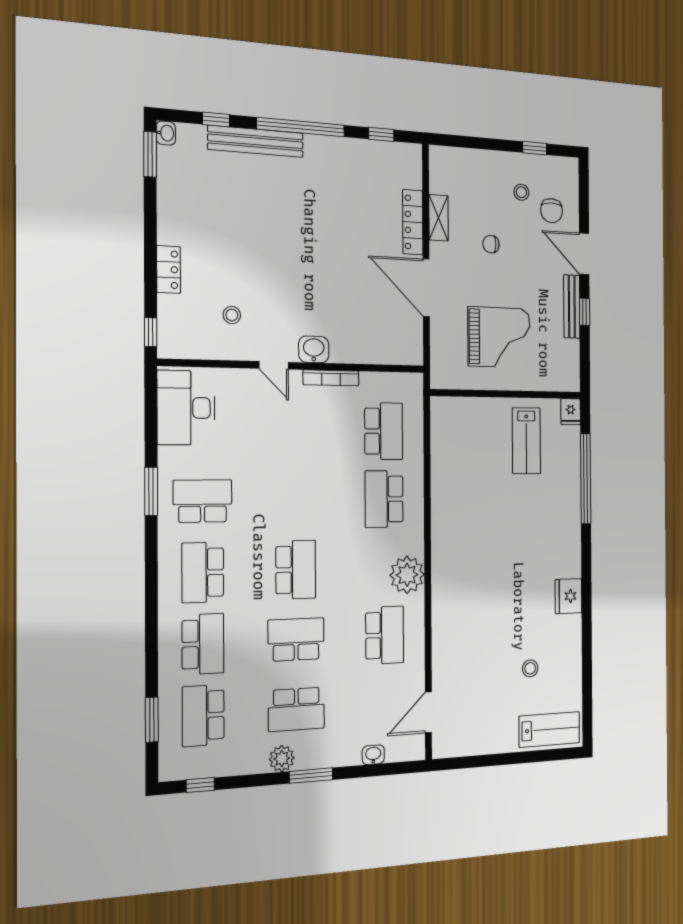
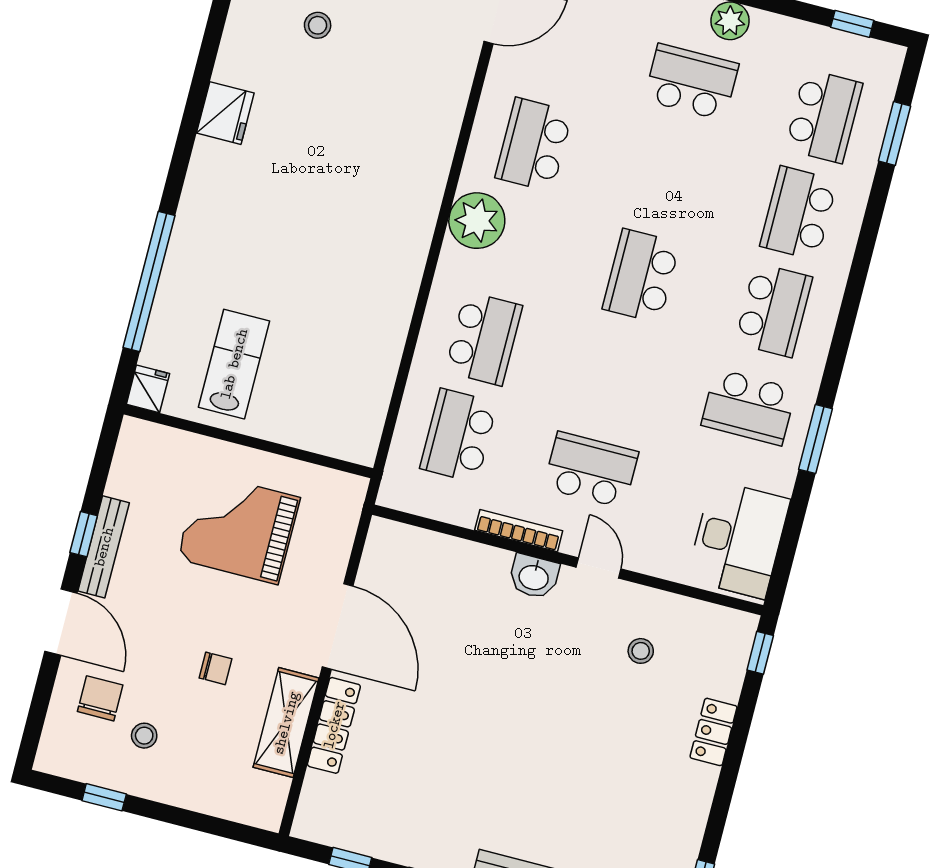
shelving: (438, 218) -> (286, 723), width x1.50, depth x1.33
school desk: (296, 639) -> (591, 470), moved, turned 180

